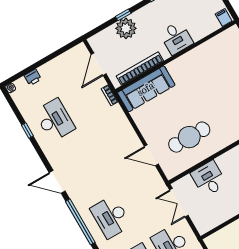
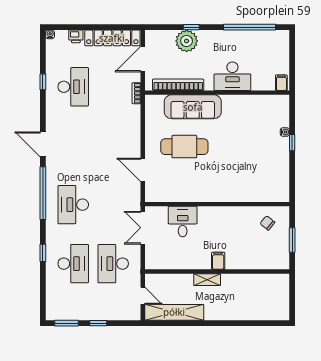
desk: (176, 38) -> (232, 76), width x1.37
locker: (64, 61) -> (112, 38), added
sofa: (146, 89) -> (193, 107), moved
cafe table: (189, 137) -> (184, 147), moved

